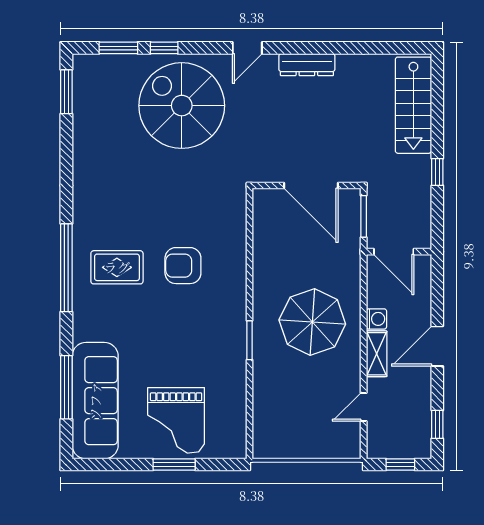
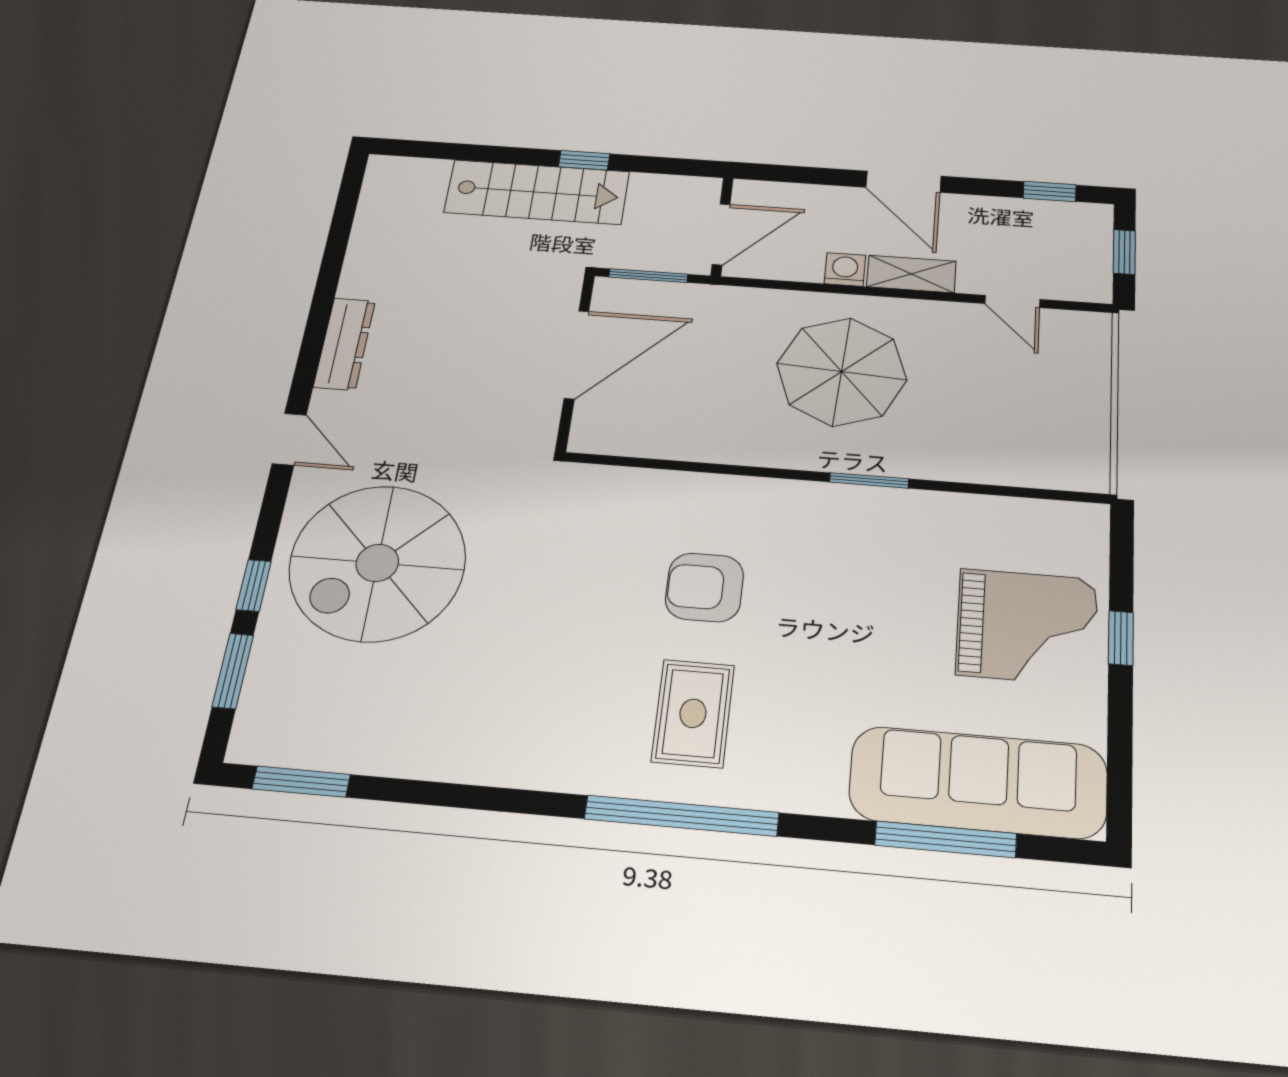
stairs: (413, 105) -> (537, 192), moved
armchair: (183, 266) -> (704, 587), turned 90
window: (174, 465) -> (1121, 638), width x0.67

